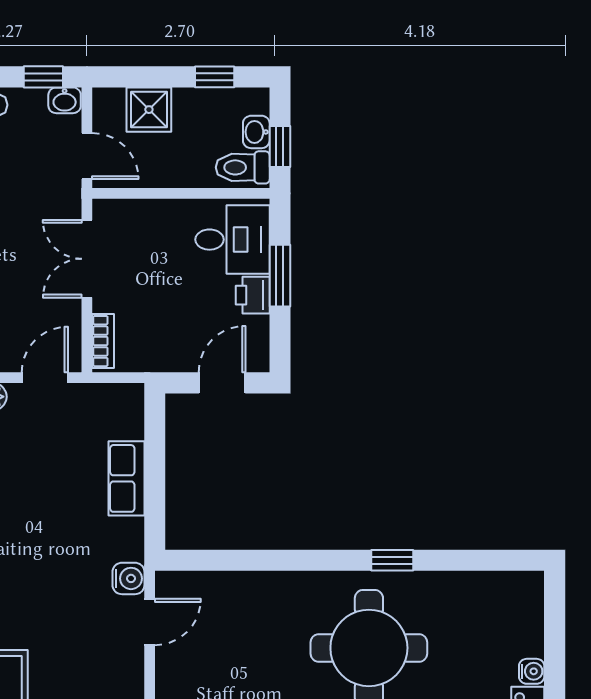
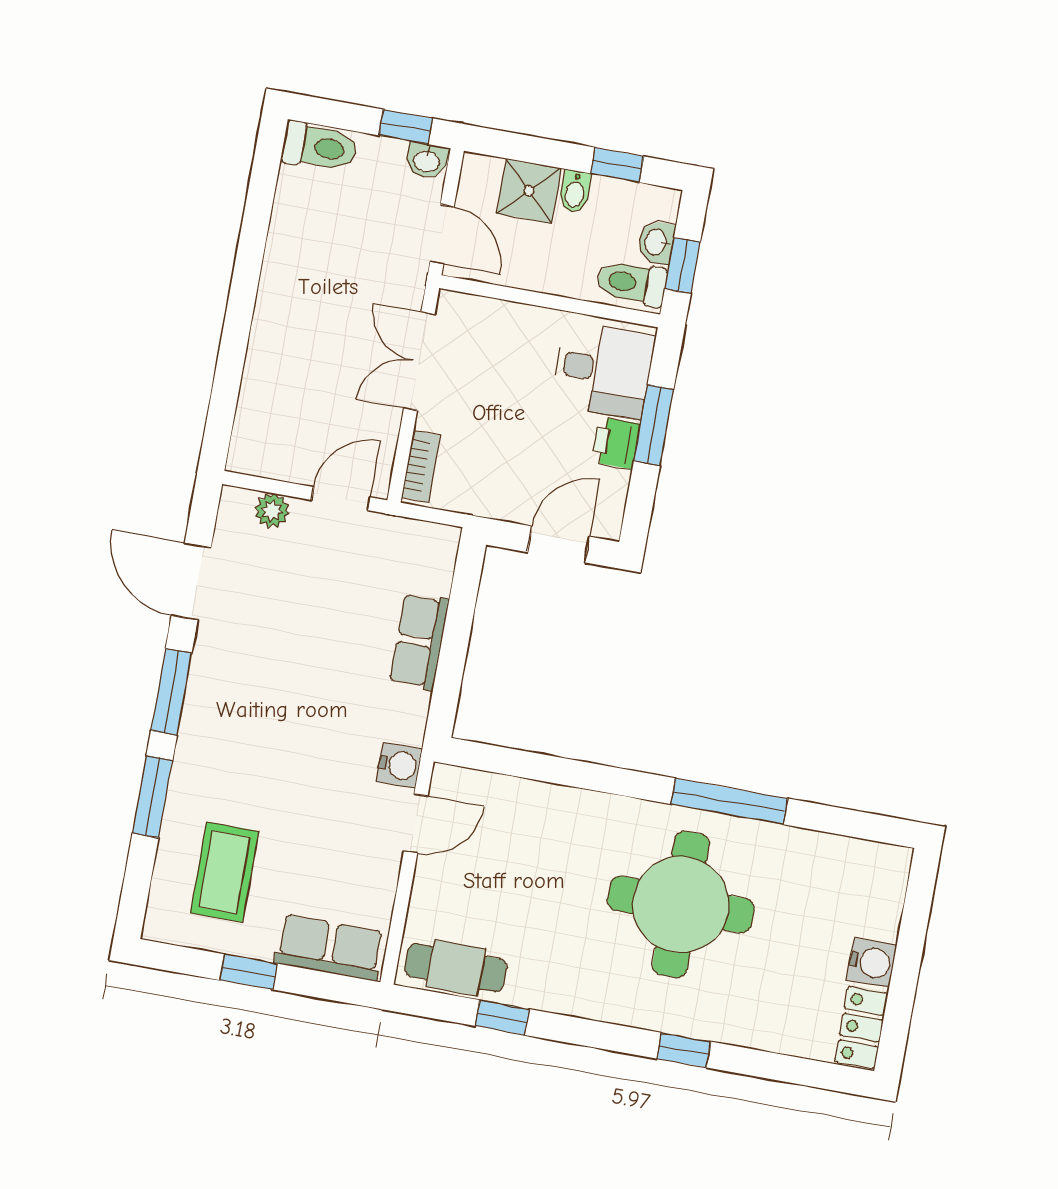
bidet: (185, 104) -> (575, 192), added
window: (392, 560) -> (729, 801), width x2.17
water cooler: (532, 671) -> (872, 962), width x1.38, depth x1.38

